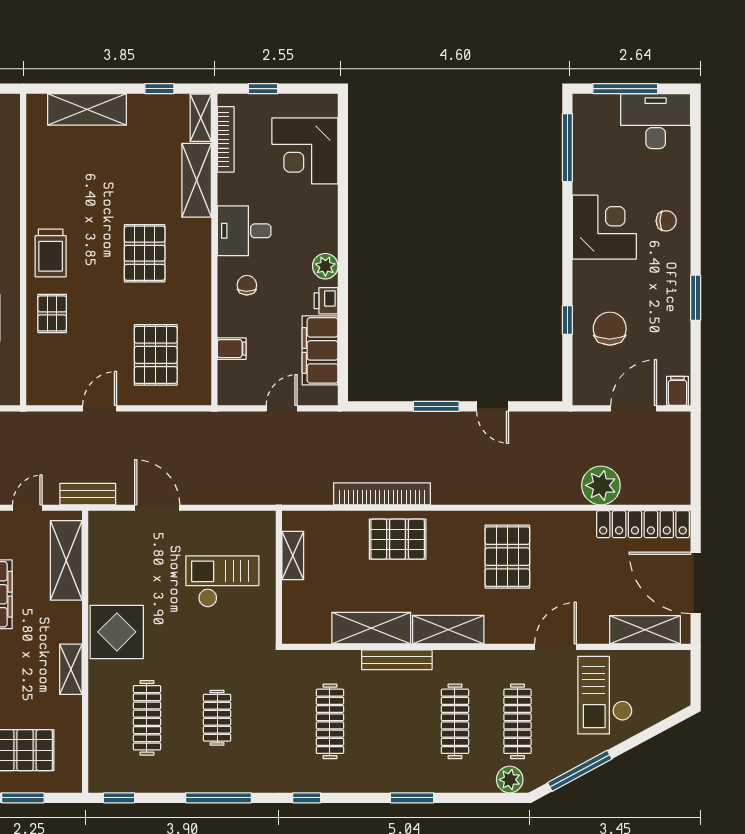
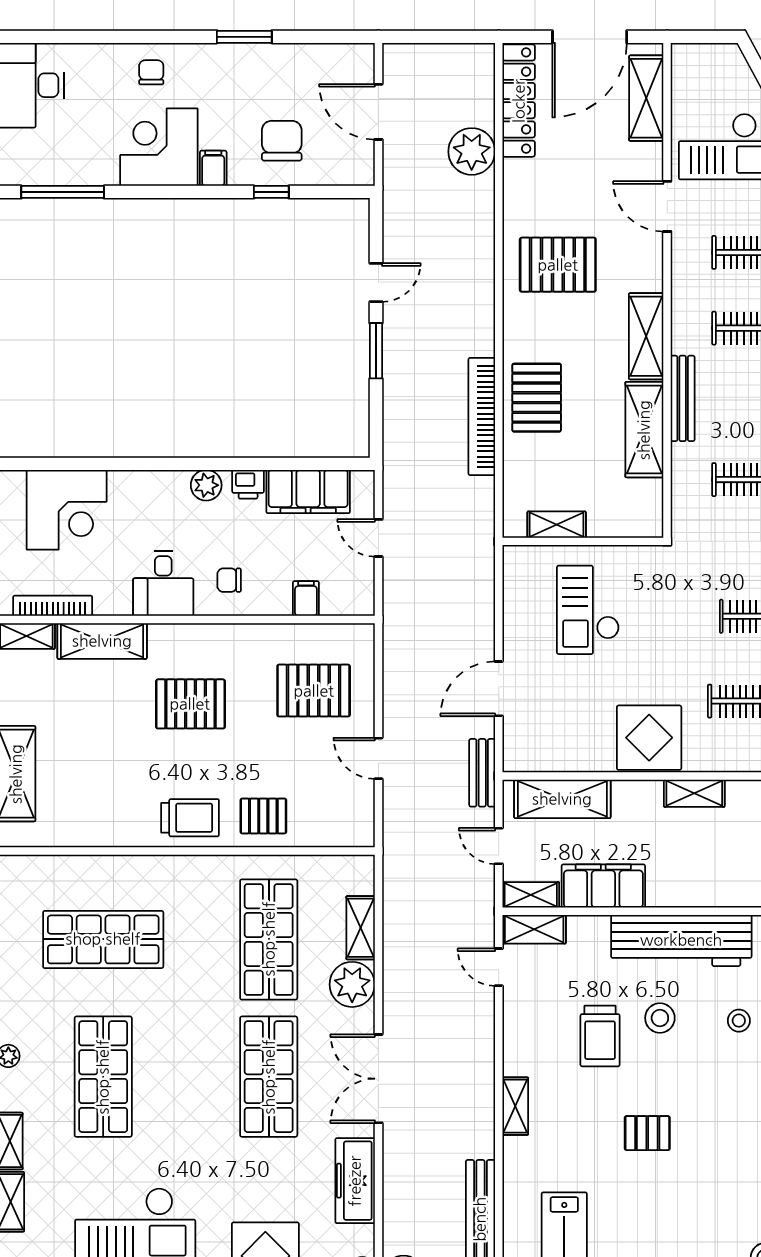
chair: (610, 329) -> (282, 141), turned 90
filing cabinet: (677, 391) -> (213, 168), moved, turned 90

